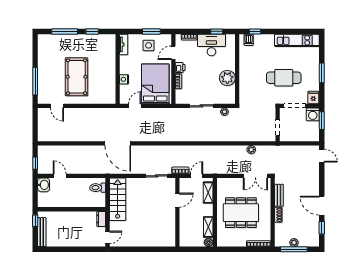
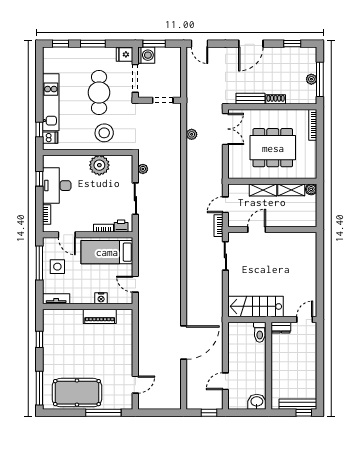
window: (65, 31) -> (39, 388), moved
window: (151, 31) -> (39, 263), width x1.44
kitchen unit: (297, 40) -> (51, 102), moved
window: (322, 48) -> (60, 44), added
printer: (180, 68) -> (121, 226), moved
pool table: (77, 77) -> (77, 393), moved
piano: (110, 78) -> (100, 316), added
stool: (252, 82) -> (104, 133), added
bed: (155, 84) -> (107, 252), width x0.67
door: (118, 143) -> (184, 343), moved
door: (322, 156) -> (199, 44), swing flipped
door: (197, 176) -> (225, 205), hinge flipped
washbasin: (44, 185) -> (257, 402), moved
toilet: (98, 188) -> (260, 332), moved
shelving: (208, 193) -> (263, 190), moved
door: (177, 200) -> (257, 229), hinge flipped
door: (322, 206) -> (251, 44), moved
dining table: (241, 213) -> (273, 148), turned 90
window: (35, 221) -> (304, 413), moved
door: (108, 237) -> (305, 319), hinge flipped

